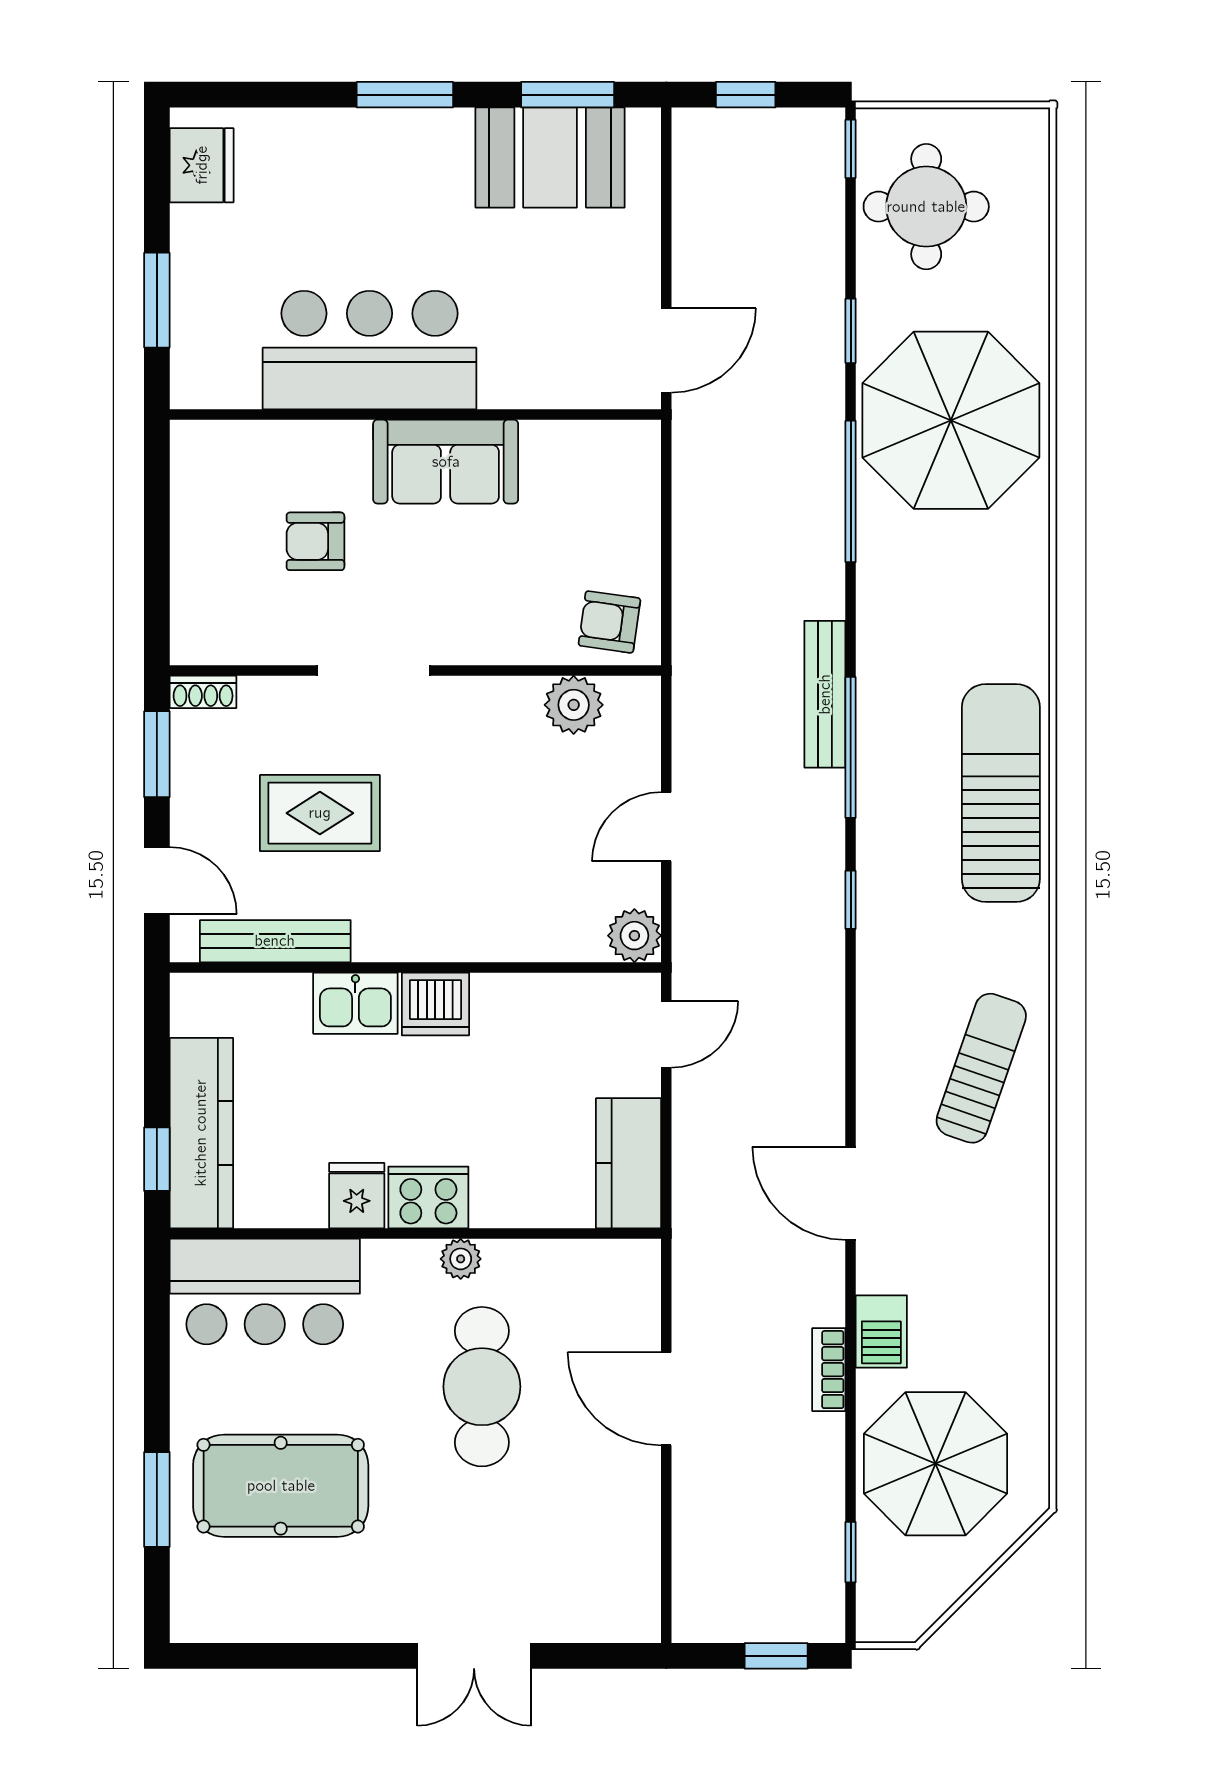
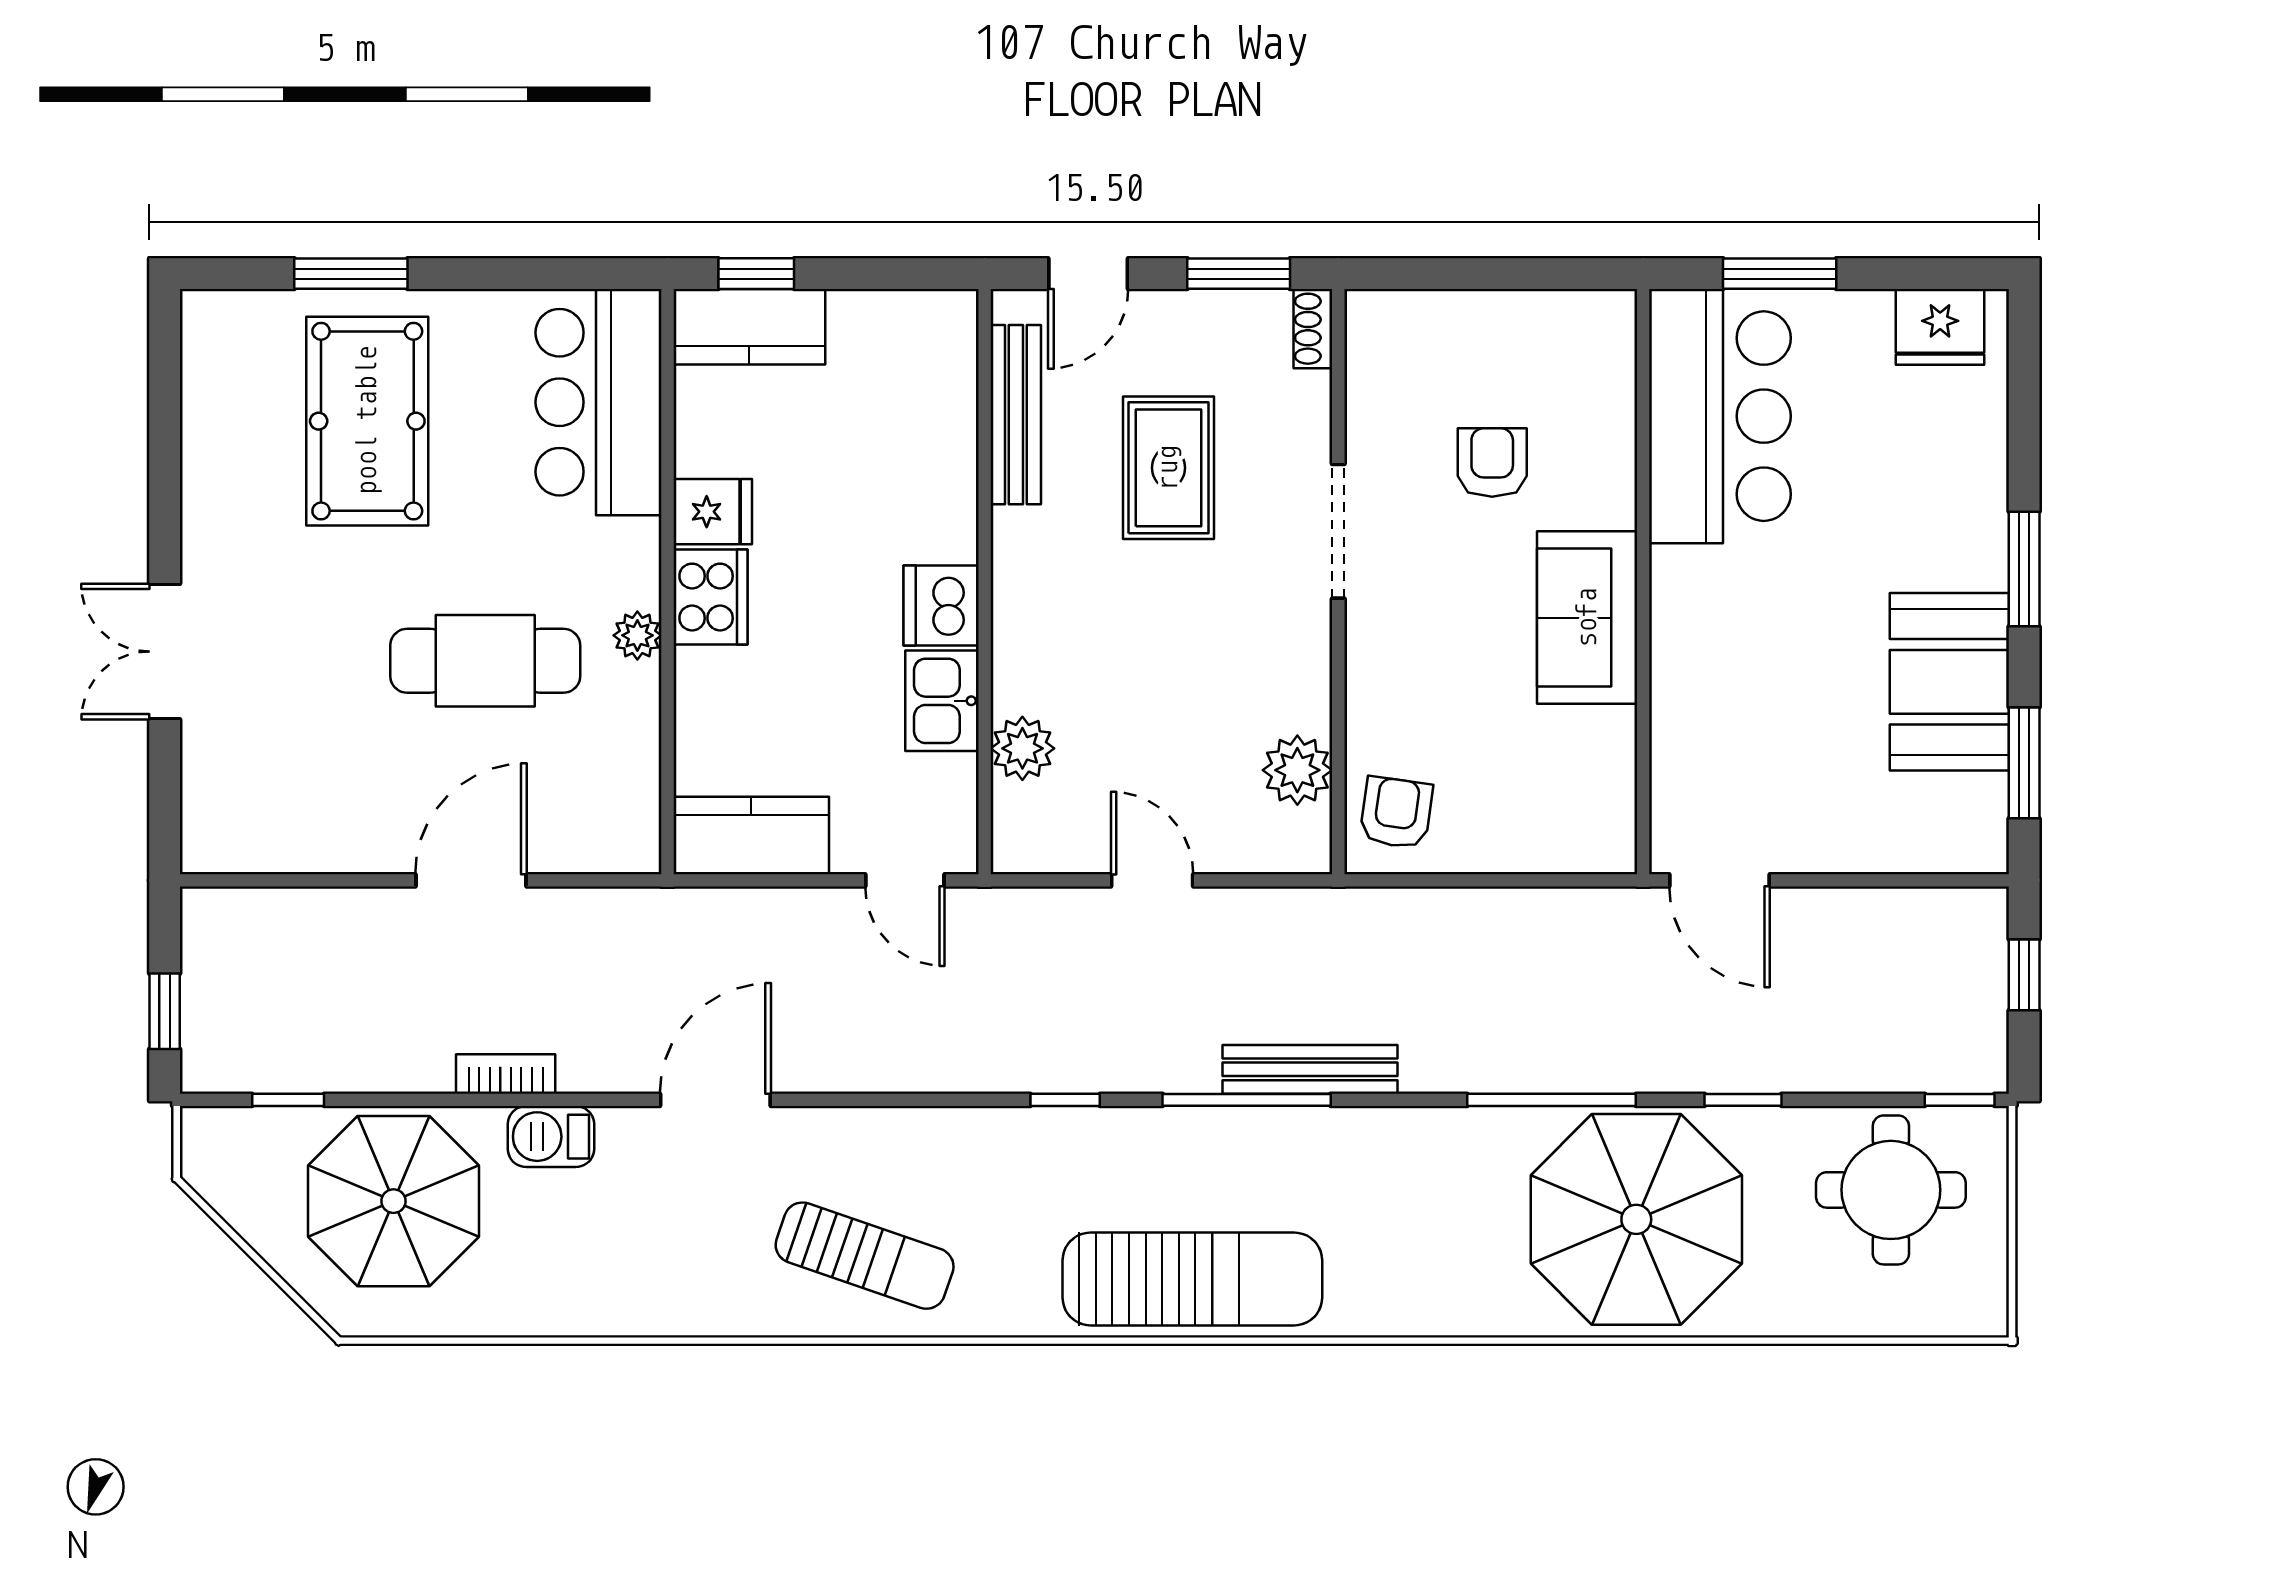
booth: (550, 157) -> (1949, 682), moved
bar counter: (369, 350) -> (1720, 416), moved
plant: (634, 936) -> (1022, 748), moved
kitchen sink: (355, 1003) -> (942, 701), moved
kitchen counter: (201, 1133) -> (749, 327), width x0.67

